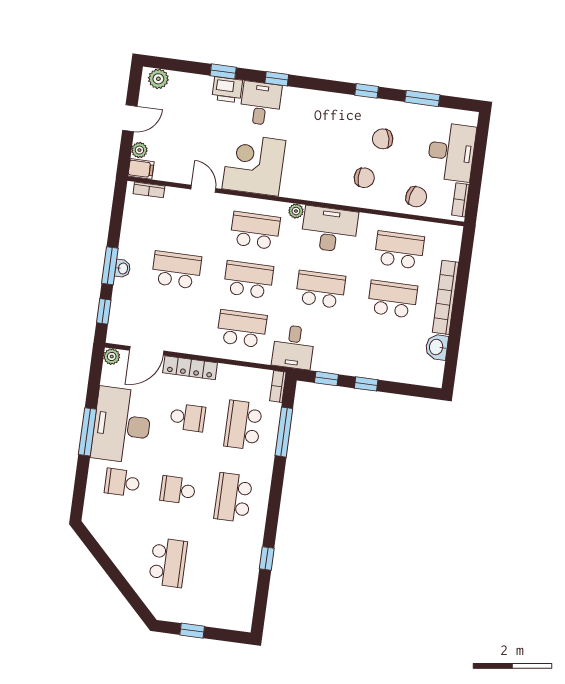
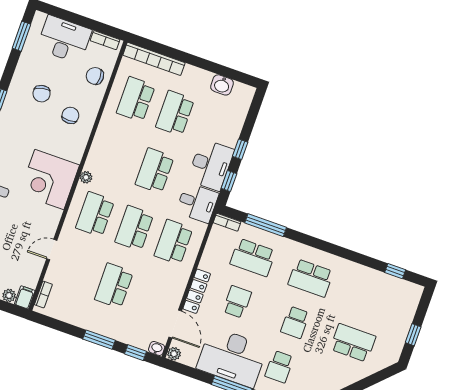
window: (422, 98) -> (21, 36), moved
corner desk: (254, 165) -> (49, 179), moved
chair: (416, 197) -> (95, 76), turned -104
desk: (330, 229) -> (211, 165), moved, turned 180
washbasin: (123, 268) -> (157, 348), moved
bookcase: (446, 297) -> (154, 59), moved
window: (267, 559) -> (395, 271), moved

